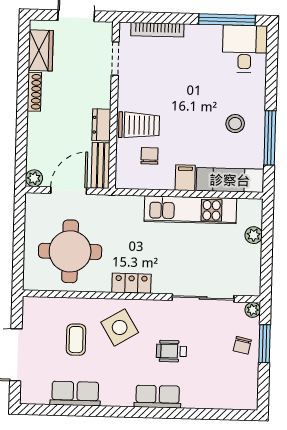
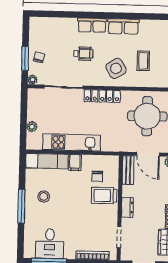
desk: (245, 49) -> (50, 244), moved
dresser: (101, 125) -> (127, 207), moved
window: (270, 138) -> (21, 206), moved
door: (69, 191) -> (148, 154), hinge flipped
locker: (131, 283) -> (102, 96), width x1.53
row of seats: (75, 394) -> (123, 26), moved

